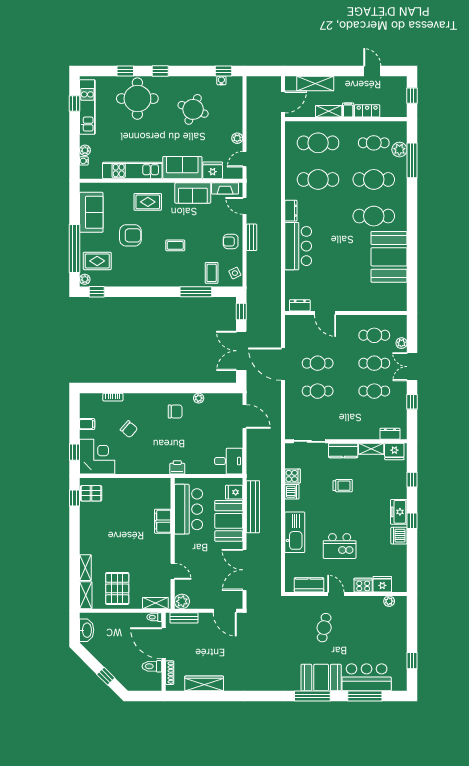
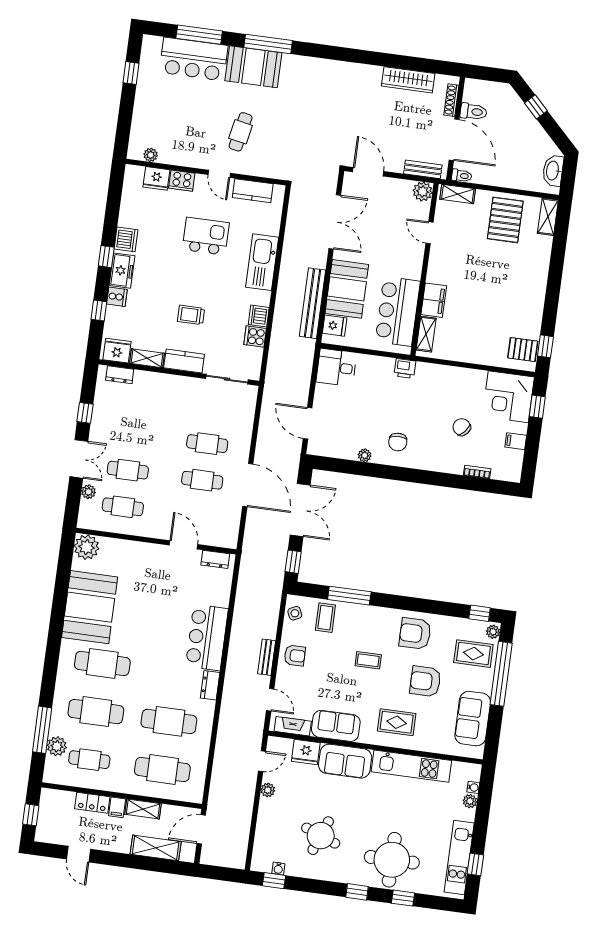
armchair: (143, 270) -> (415, 634), added
plant: (397, 301) -> (87, 547), added
cafe table: (374, 391) -> (133, 434), removed
chair: (175, 412) -> (398, 442), turned -92
cooker: (400, 492) -> (117, 297), added
shelving: (85, 568) -> (426, 334), moved

